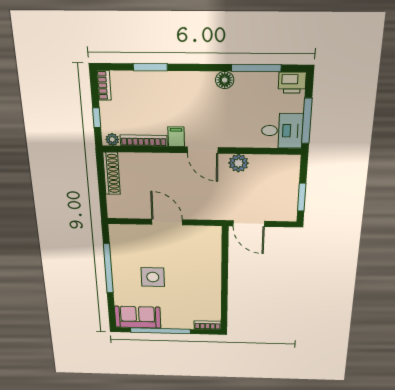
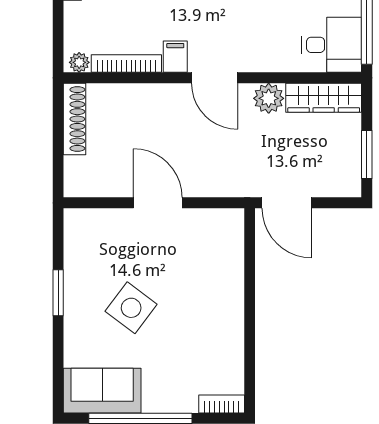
window: (97, 118) -> (58, 28), removed
wardrobe: (275, 163) -> (324, 98), added
window: (108, 268) -> (58, 293), width x0.47
side table: (153, 277) -> (131, 308), turned 37

